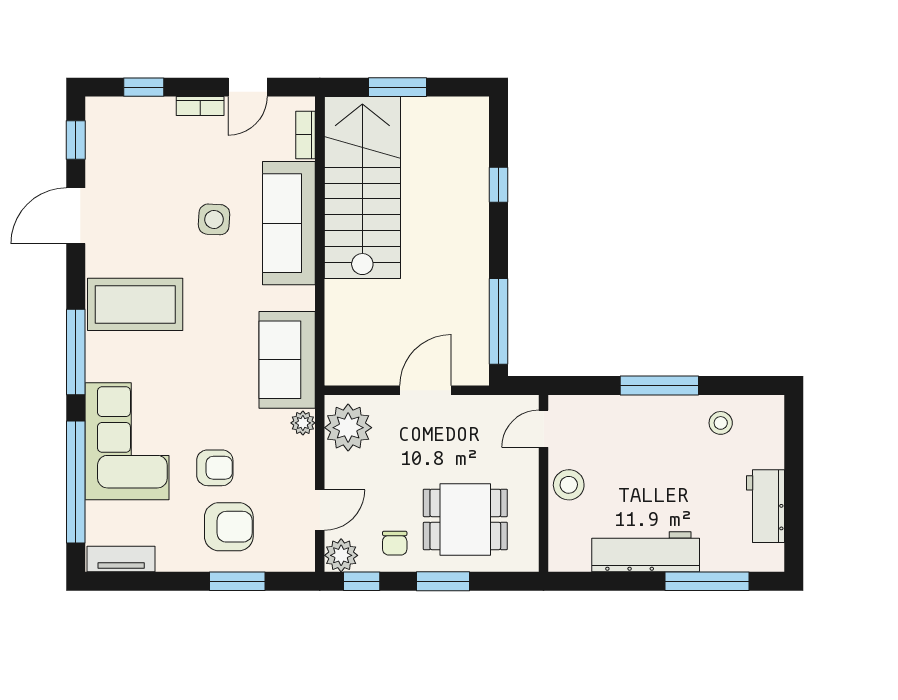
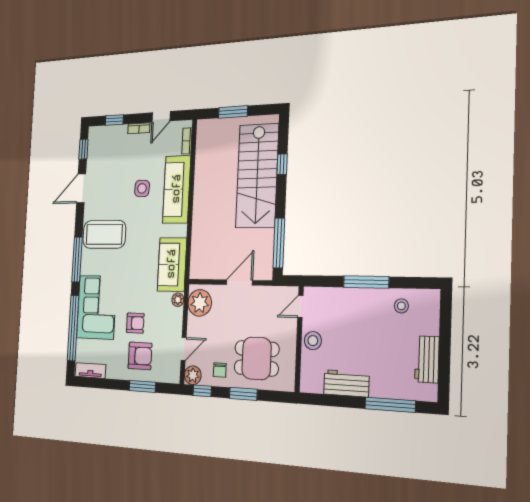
stairs: (362, 188) -> (257, 176), moved, turned 180
workbench: (646, 552) -> (346, 383), width x0.73

